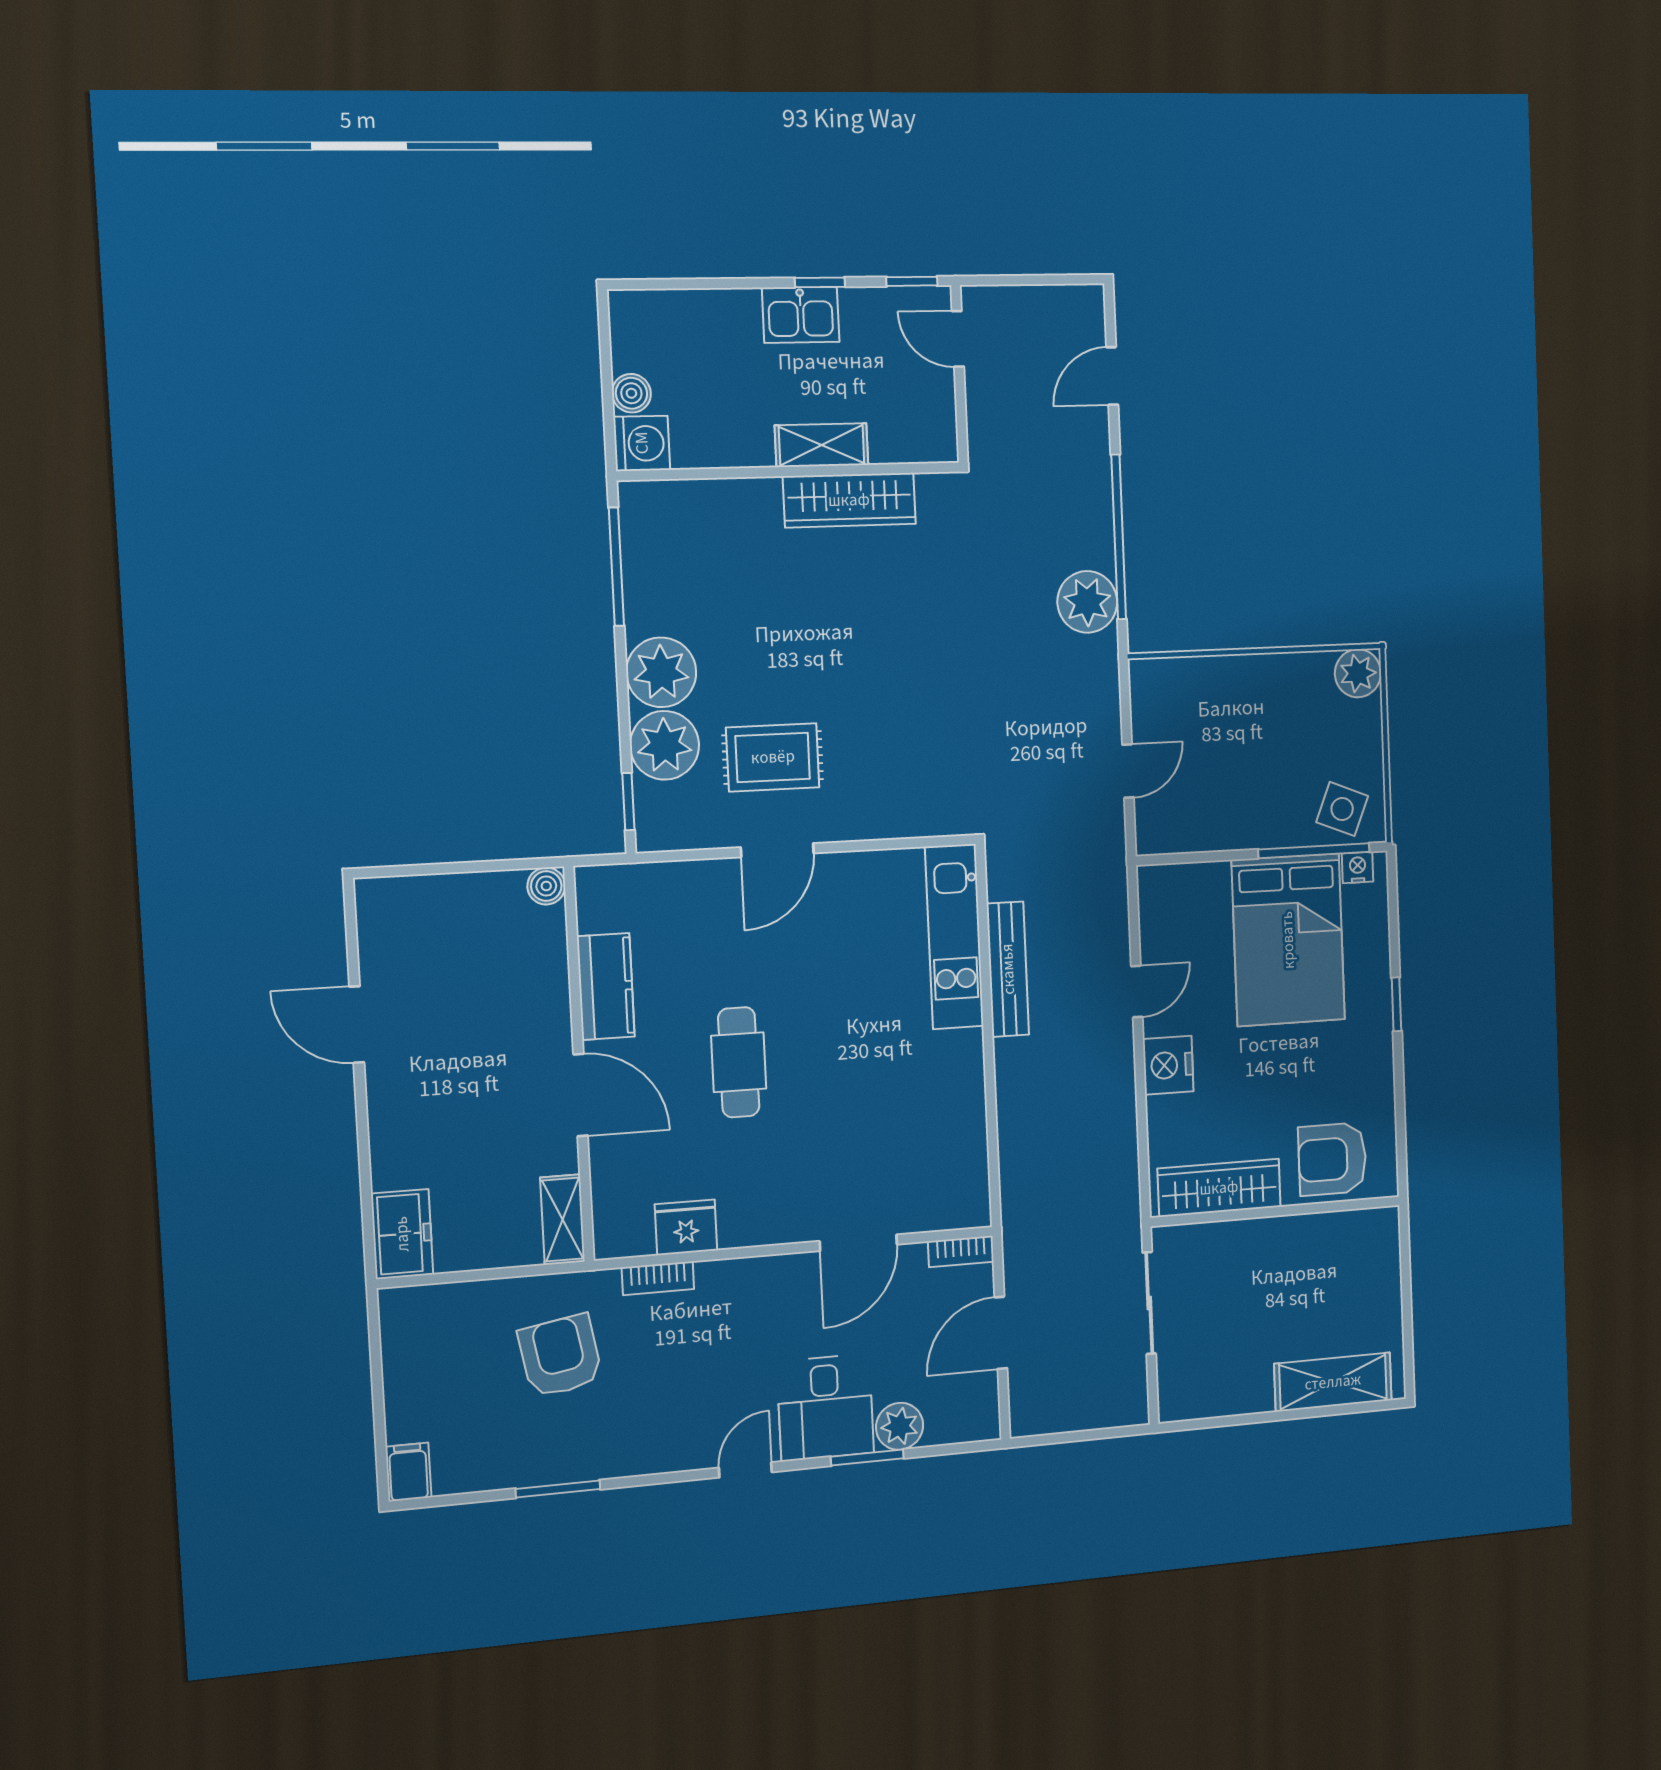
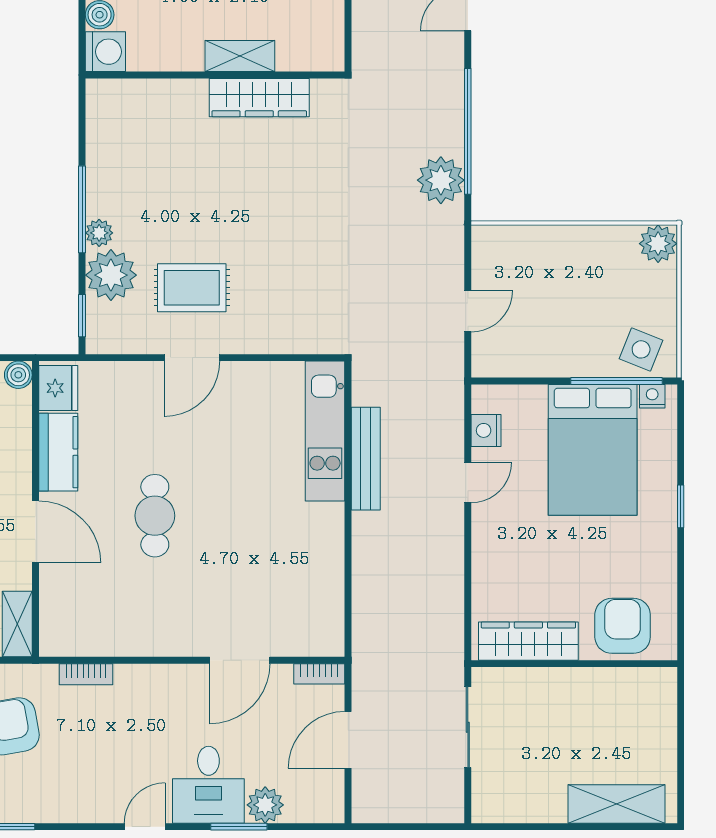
window: (616, 567) -> (82, 209), moved
plant: (661, 672) -> (99, 233), width x0.53, depth x0.53
nightstand: (1168, 1065) -> (486, 430), moved, width x0.74, depth x0.75
armchair: (1332, 1159) -> (623, 626), turned 90
fridge: (686, 1227) -> (58, 388), moved, turned 90

